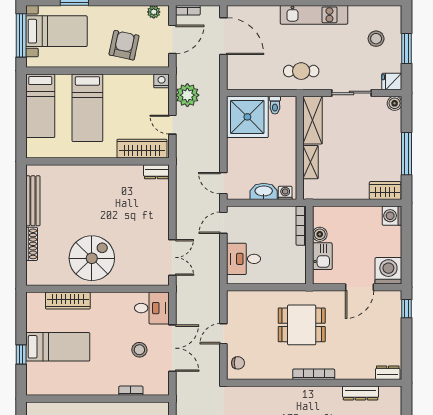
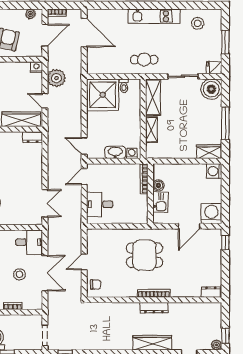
stool: (376, 39) -> (198, 23), moved
boiler: (395, 103) -> (211, 89), width x1.86, depth x1.86
dresser: (361, 393) -> (154, 308), moved

